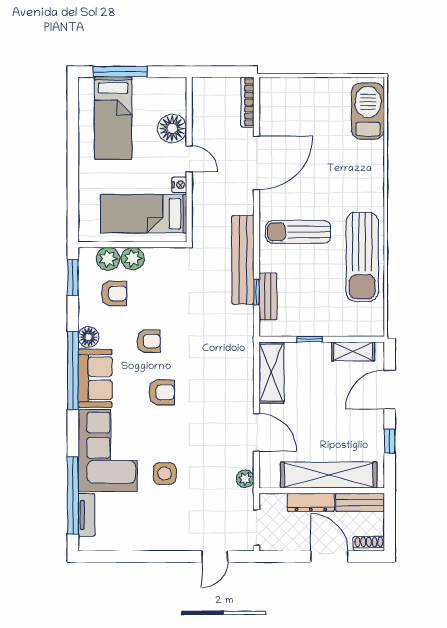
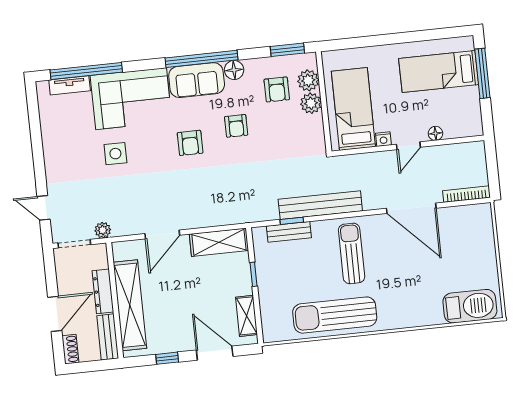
floor lamp: (172, 128) -> (435, 133), width x0.53, depth x0.53
plant: (245, 479) -> (103, 230), moved

